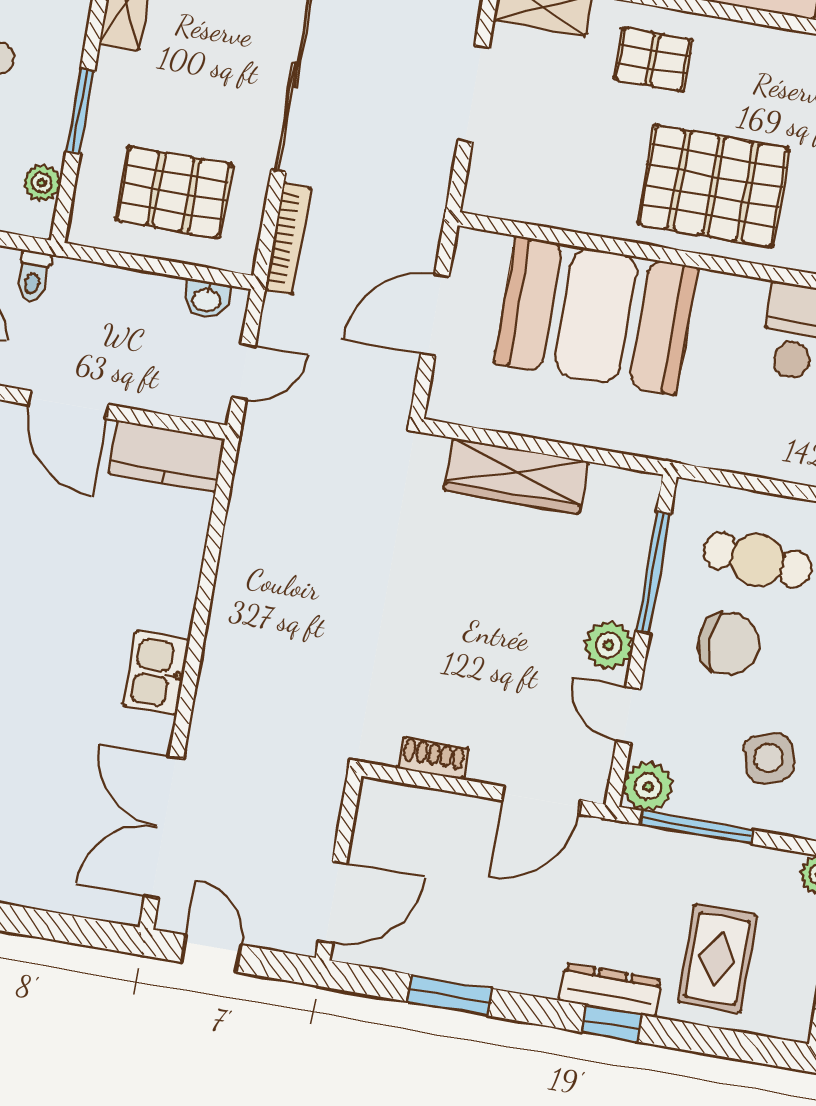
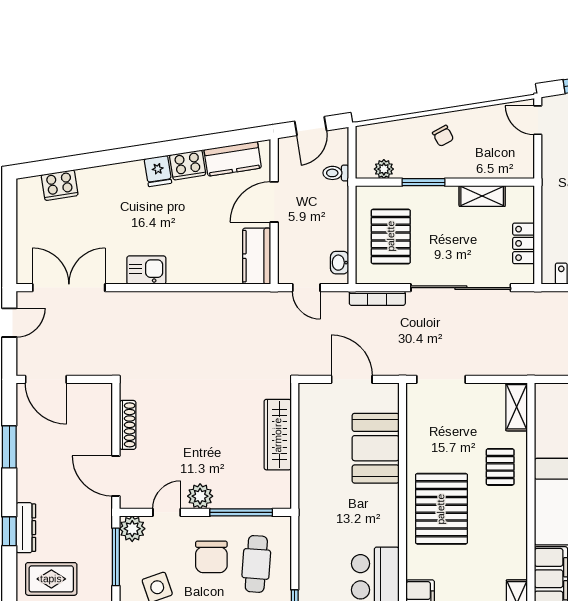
doorway: (474, 94) -> (441, 379), moved
booth: (596, 315) -> (376, 448), width x0.73, depth x0.70
shoe rack: (433, 758) -> (128, 425), width x1.43

